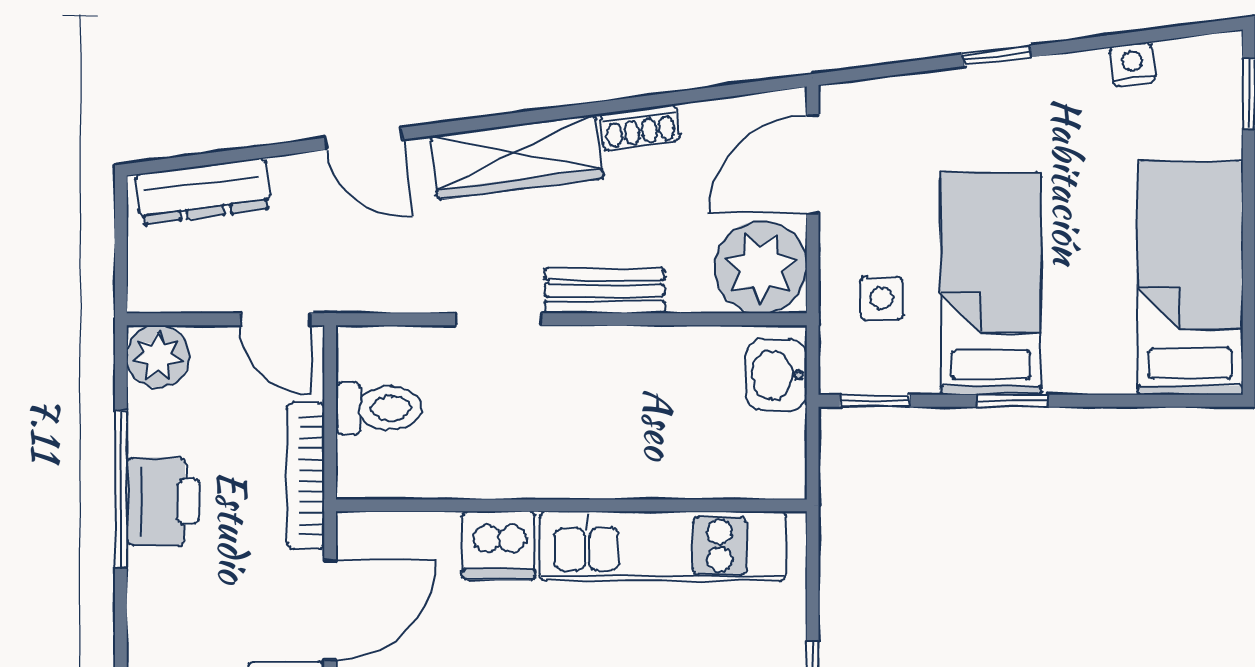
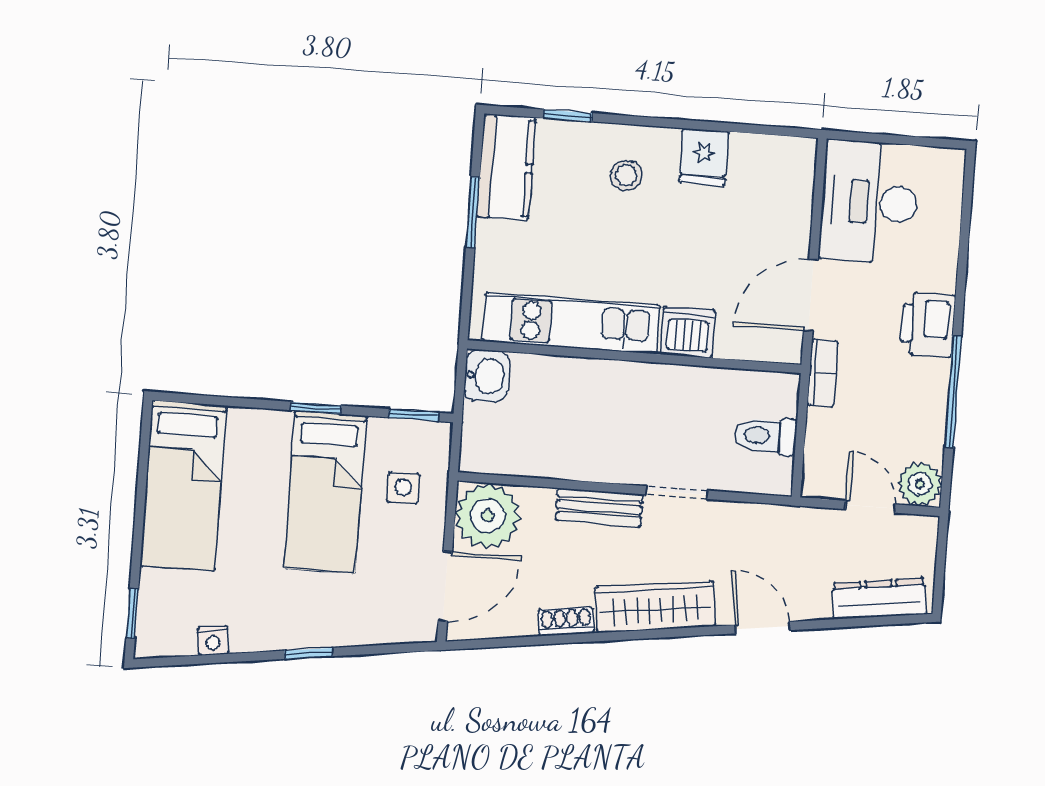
door: (276, 319) -> (870, 507), moved
washbasin: (776, 375) -> (487, 376), moved
bookcase: (306, 476) -> (823, 373), width x0.64
printer: (163, 502) -> (928, 325), moved

